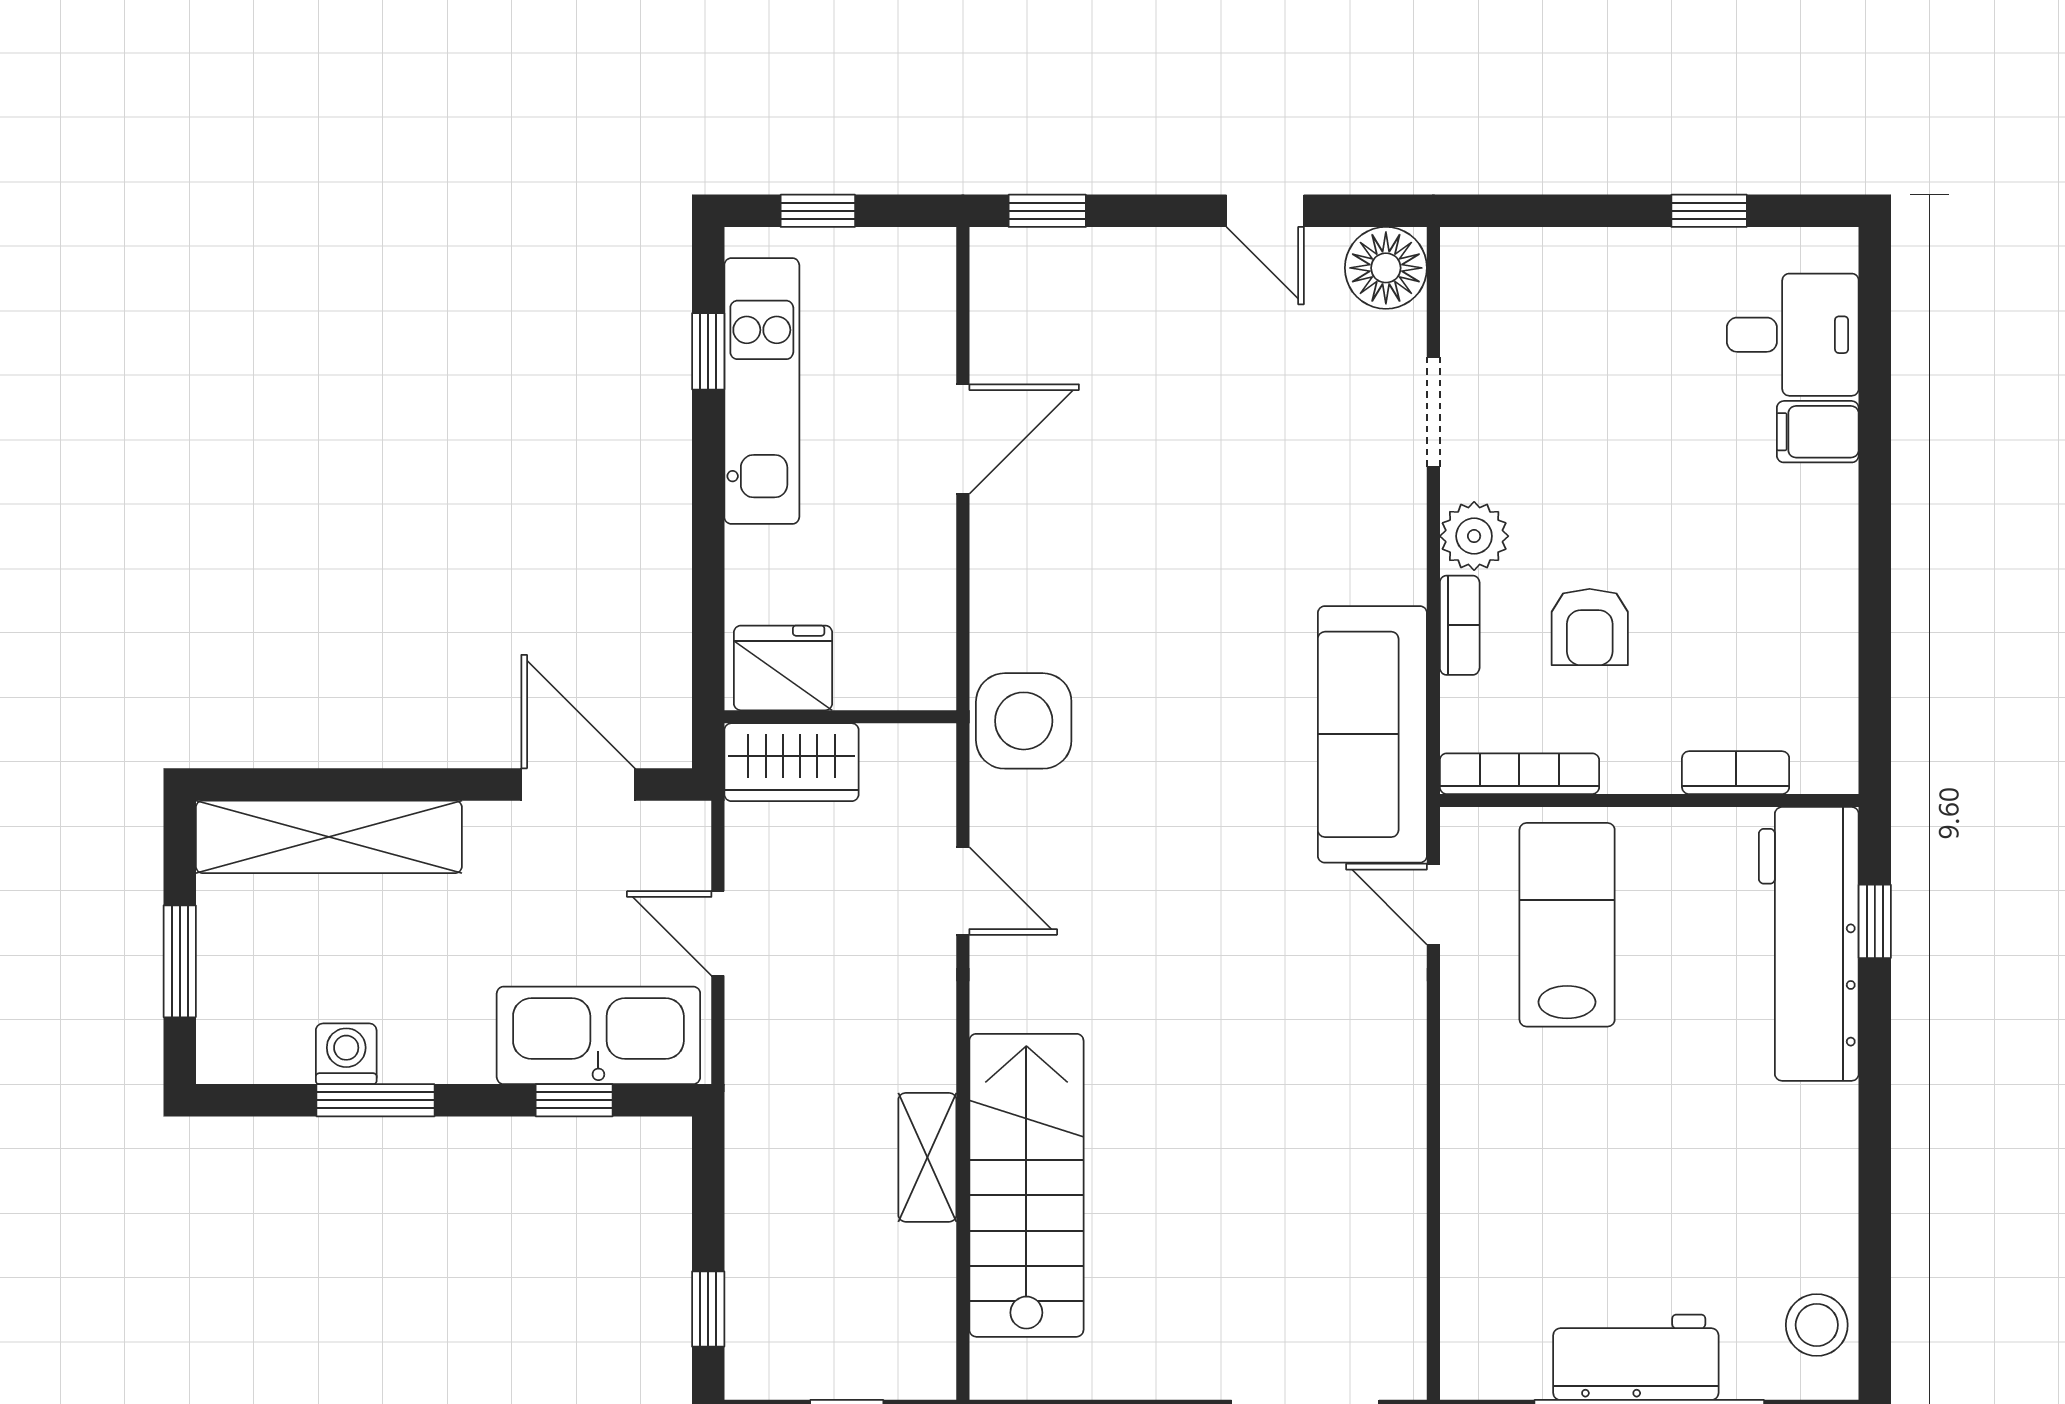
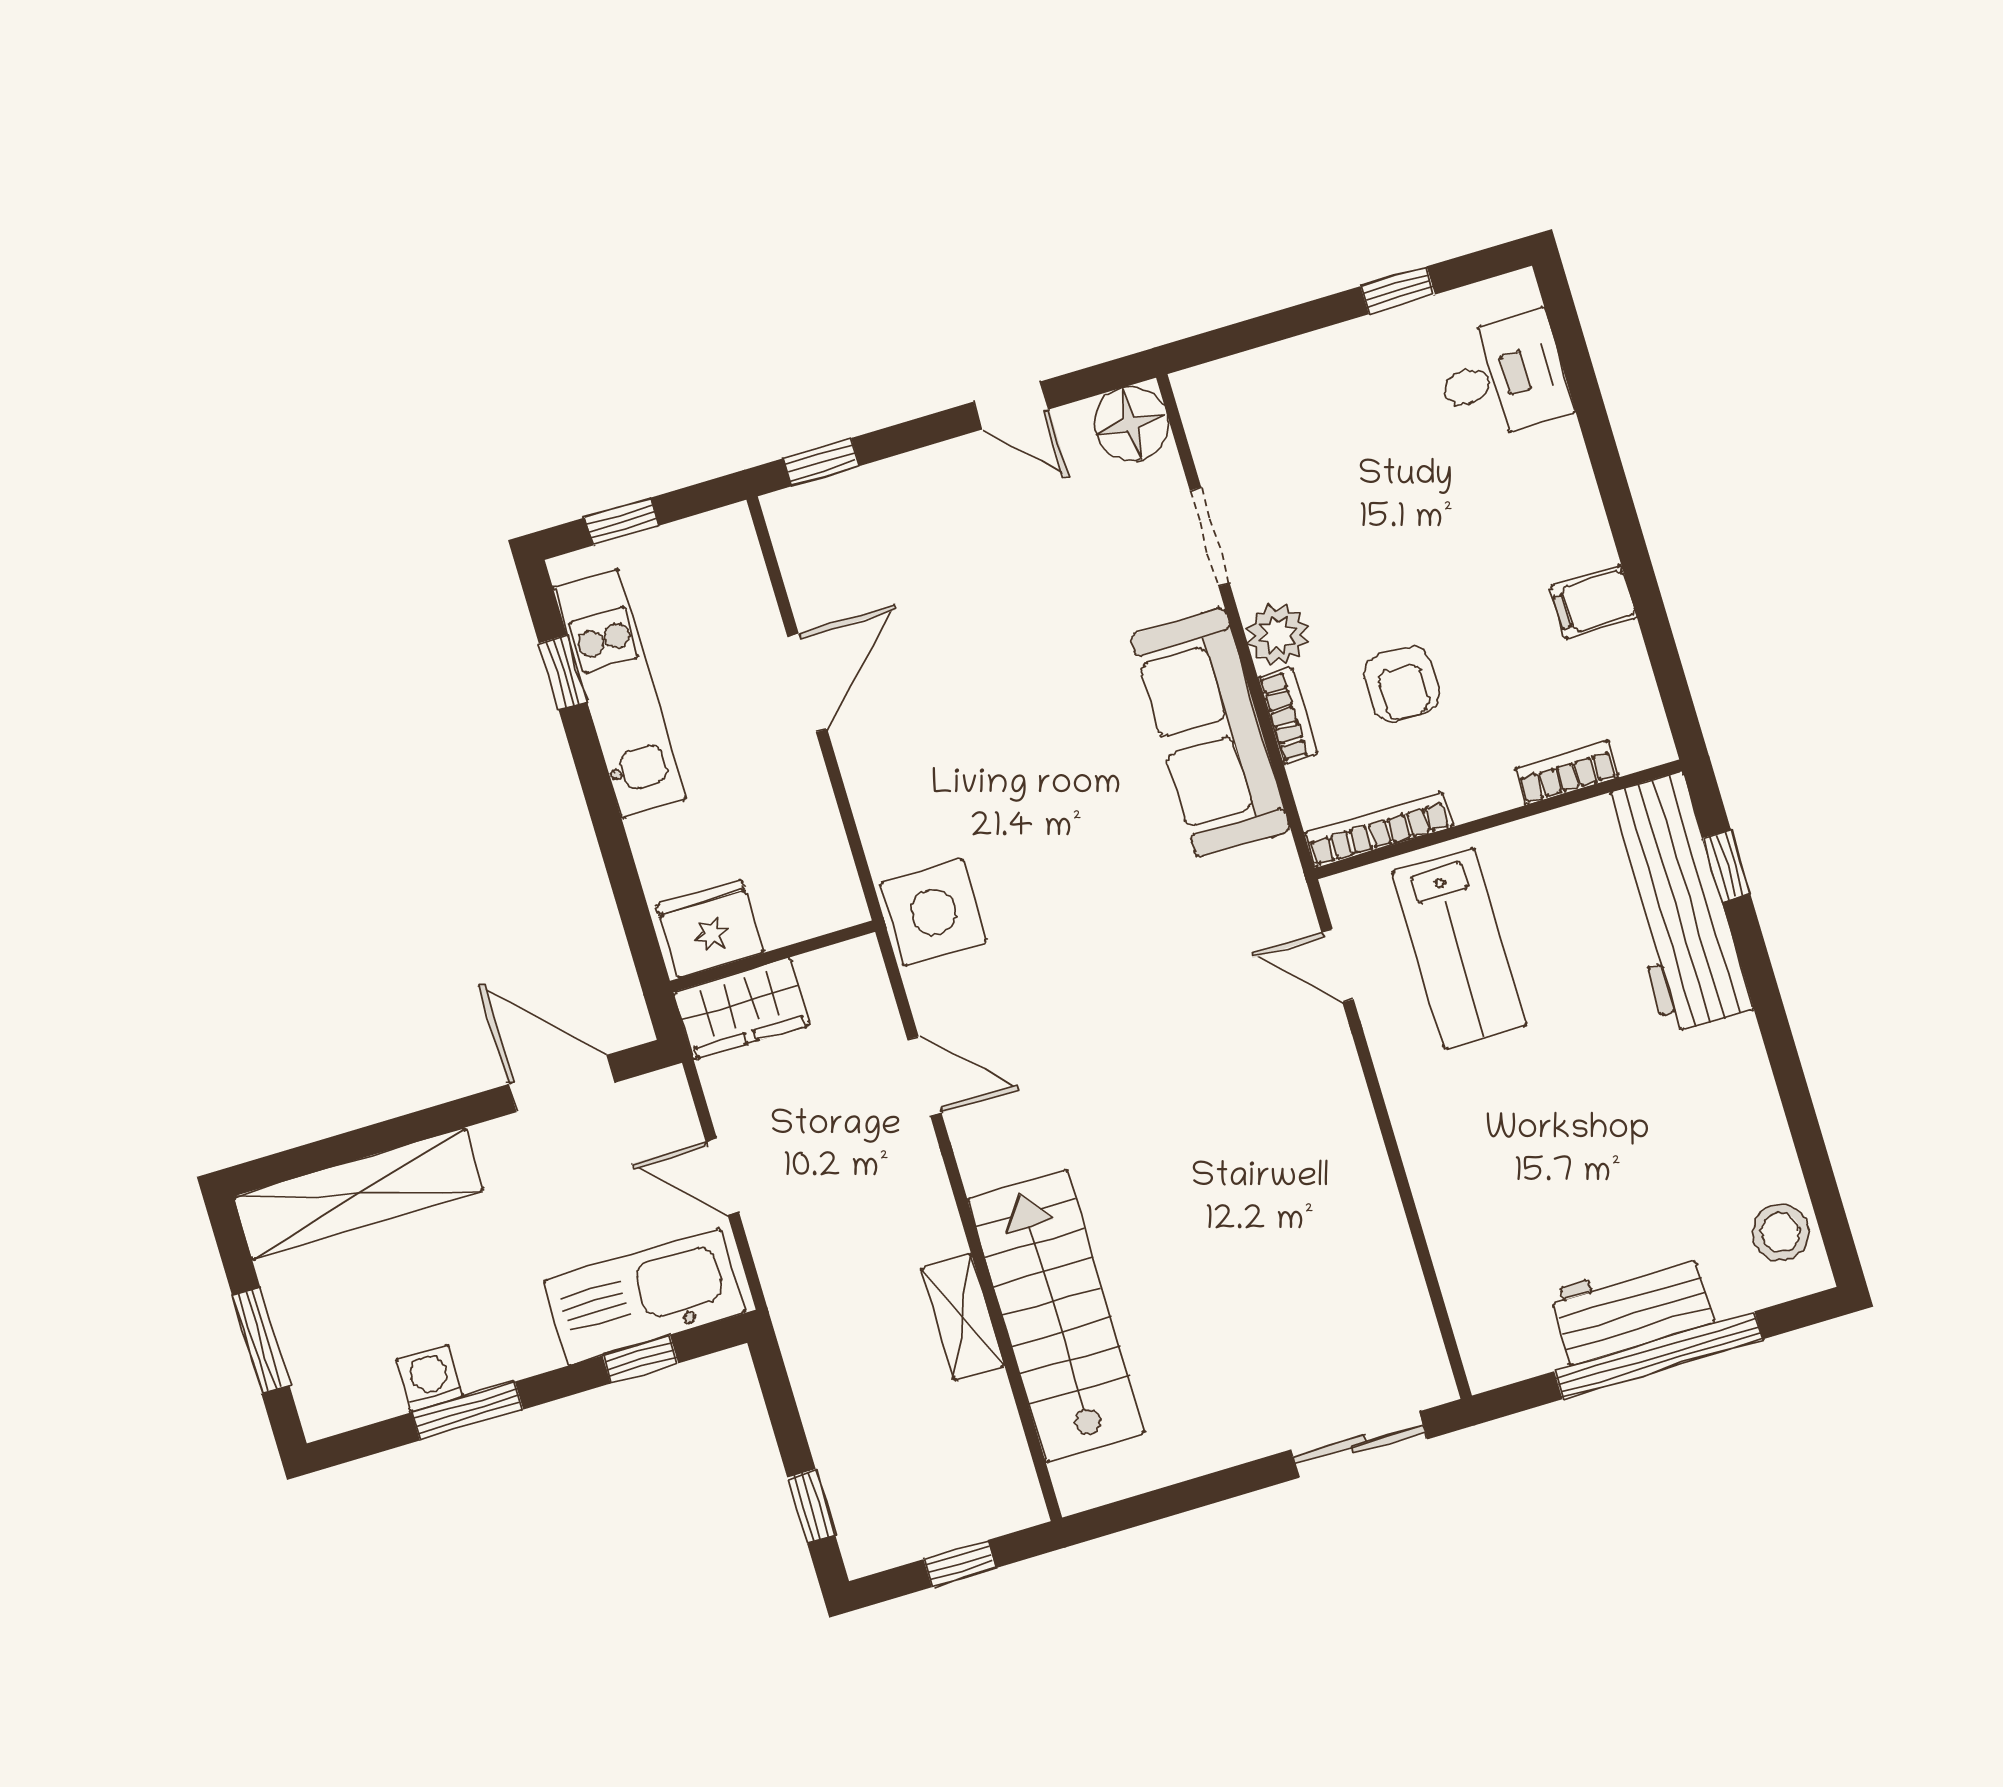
filing cabinet: (1818, 432) -> (1594, 602), moved
sofa: (1372, 734) -> (1210, 733), moved
lab bench: (1567, 925) -> (1459, 949), turned 180

